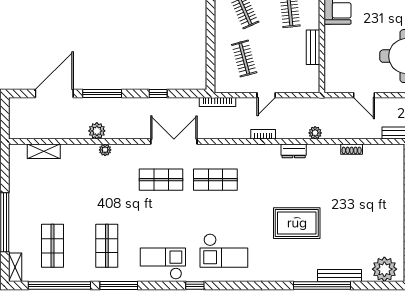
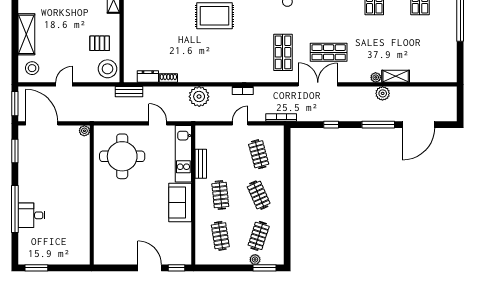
kitchen unit: (334, 59) -> (183, 154), added
plant: (315, 133) -> (199, 97), width x1.87, depth x1.87
double door: (174, 142) -> (318, 84), swing flipped
shelving: (44, 151) -> (396, 76), moved
dresser: (294, 151) -> (148, 77), moved
shop shelf: (215, 180) -> (283, 52), turned 90

